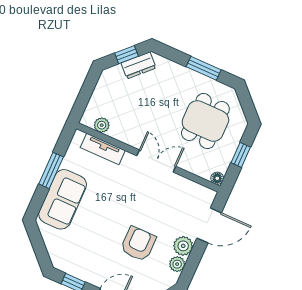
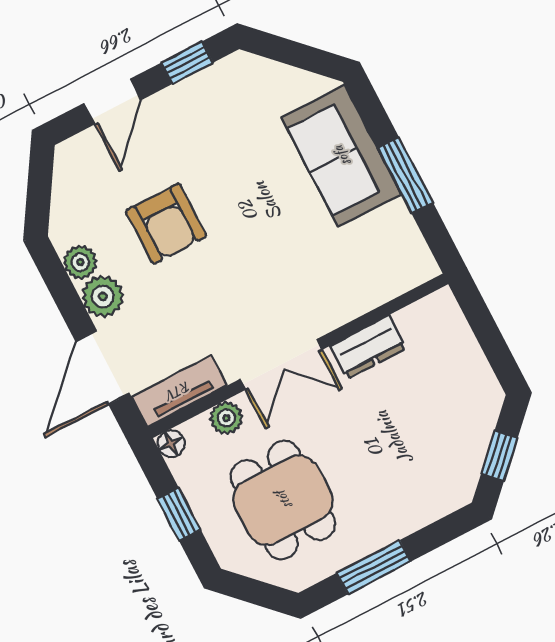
dresser: (138, 65) -> (368, 347), moved, turned -135
plant: (102, 125) -> (226, 418), moved
tv unit: (103, 149) -> (179, 391), moved

